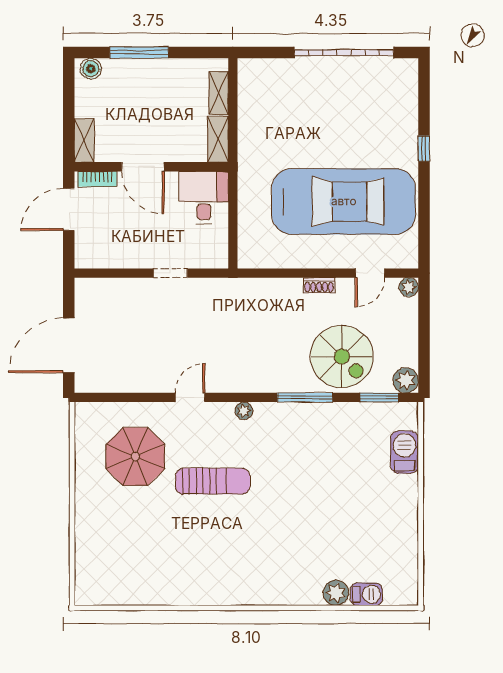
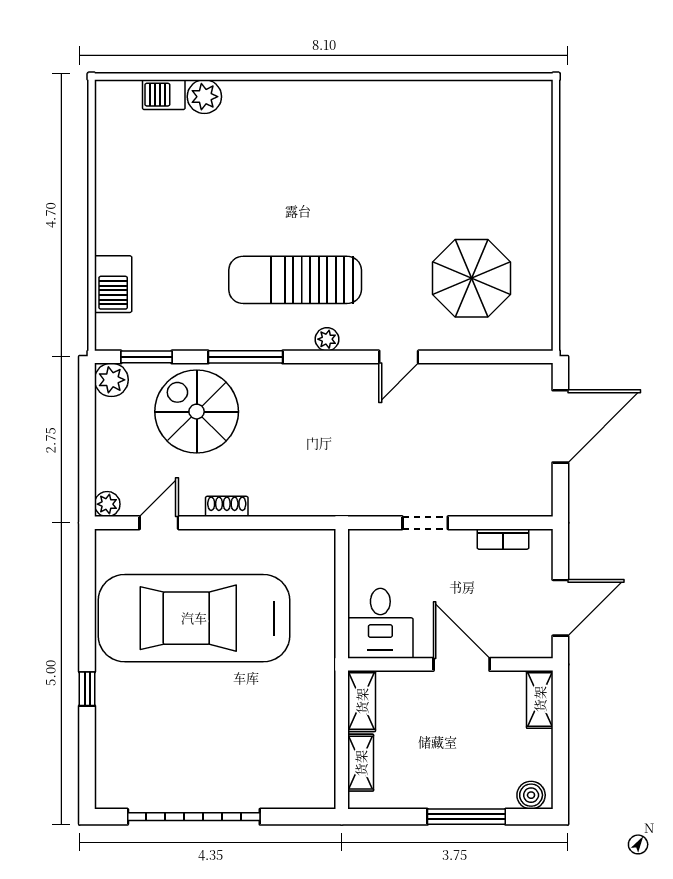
bookcase: (97, 179) -> (503, 539), moved, turned 180
sun lounger: (213, 481) -> (295, 280), moved, width x1.36, depth x1.34

